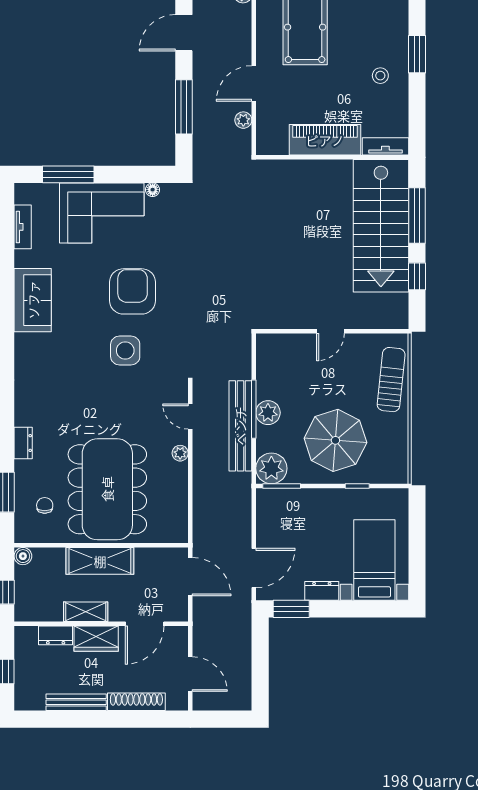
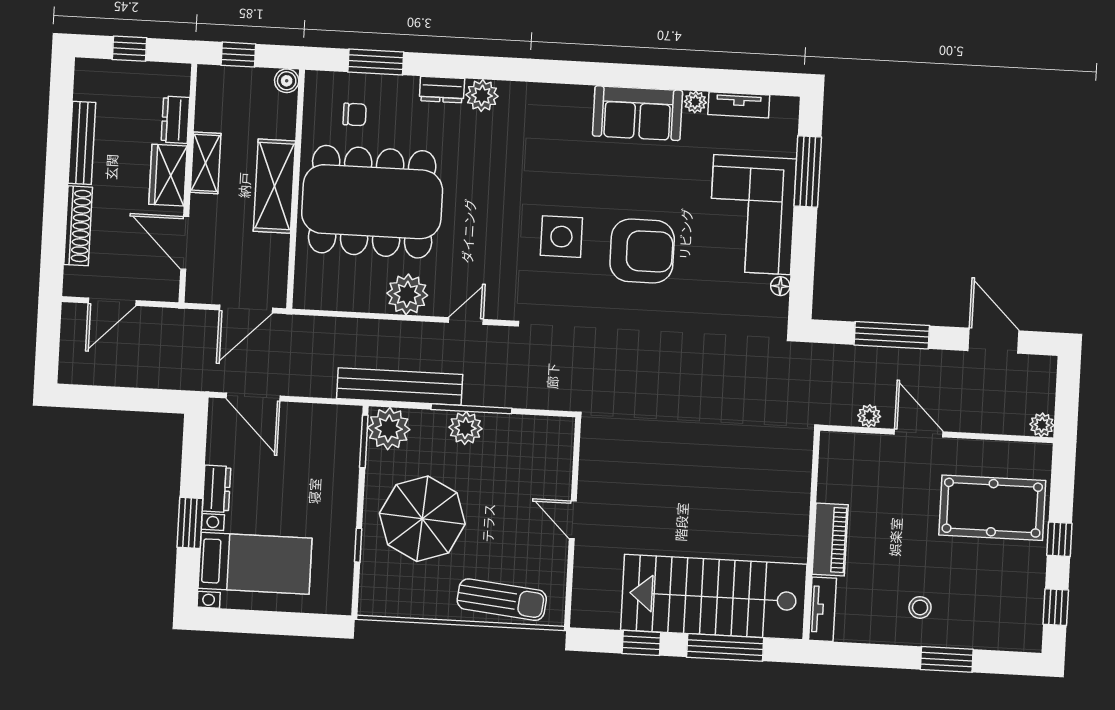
piano: (325, 140) -> (830, 540), width x0.73, depth x0.75
plant: (22, 259) -> (695, 102), added
plant: (26, 414) -> (482, 95), added
bench: (240, 426) -> (400, 387), moved
plant: (180, 453) -> (407, 294), width x1.88, depth x1.88
window: (291, 609) -> (190, 523), moved

